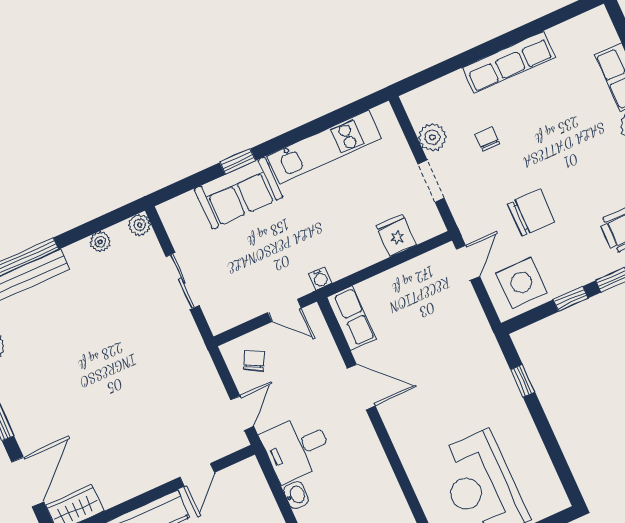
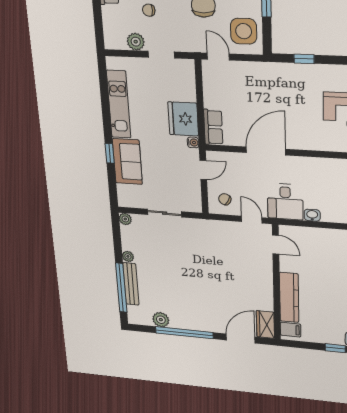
fridge: (396, 235) -> (183, 119), moved, width x1.88, depth x1.34
plant: (100, 242) -> (128, 256), moved
row of seats: (351, 318) -> (213, 127), moved, turned 90
door: (361, 387) -> (266, 151), width x1.36
door: (197, 475) -> (276, 244), moved
door: (28, 482) -> (241, 338), hinge flipped

